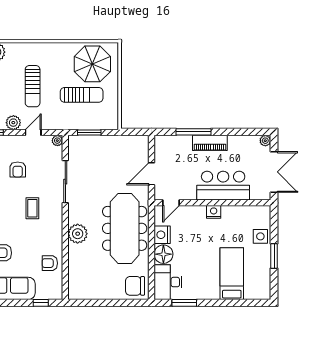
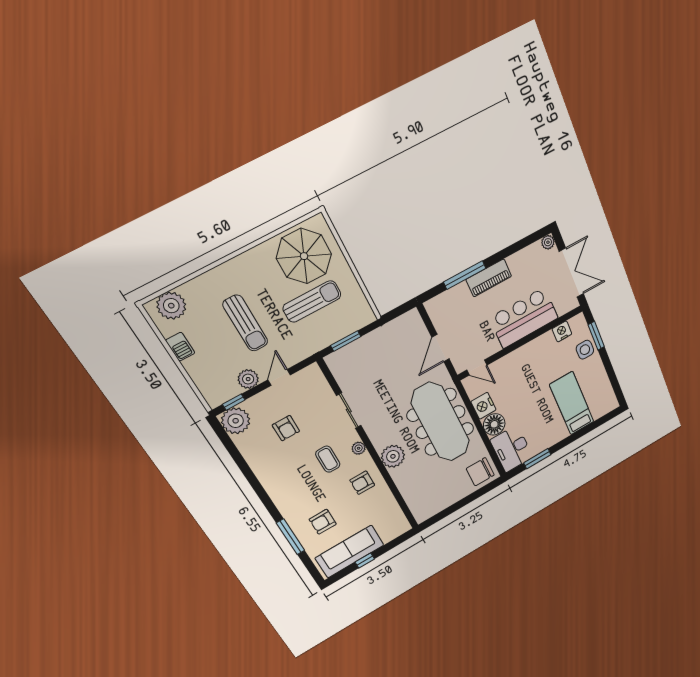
plant: (57, 141) -> (359, 448), moved
sliding door: (65, 182) -> (349, 410), width x0.73
door: (171, 203) -> (477, 368), hinge flipped
nightstand: (214, 212) -> (562, 331), moved
window: (274, 256) -> (596, 336), moved
armchair: (50, 263) -> (362, 483), moved
window: (41, 303) -> (365, 561), moved

